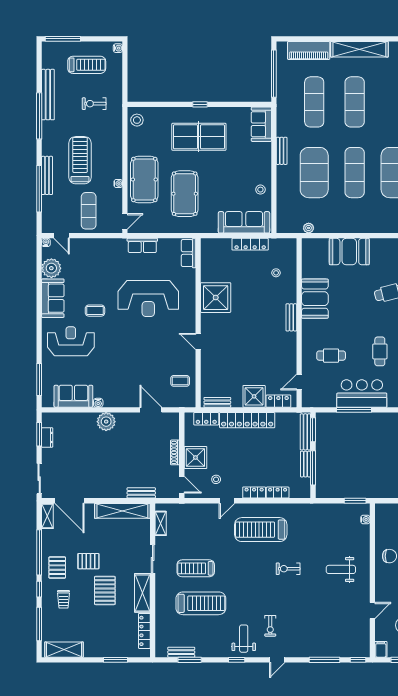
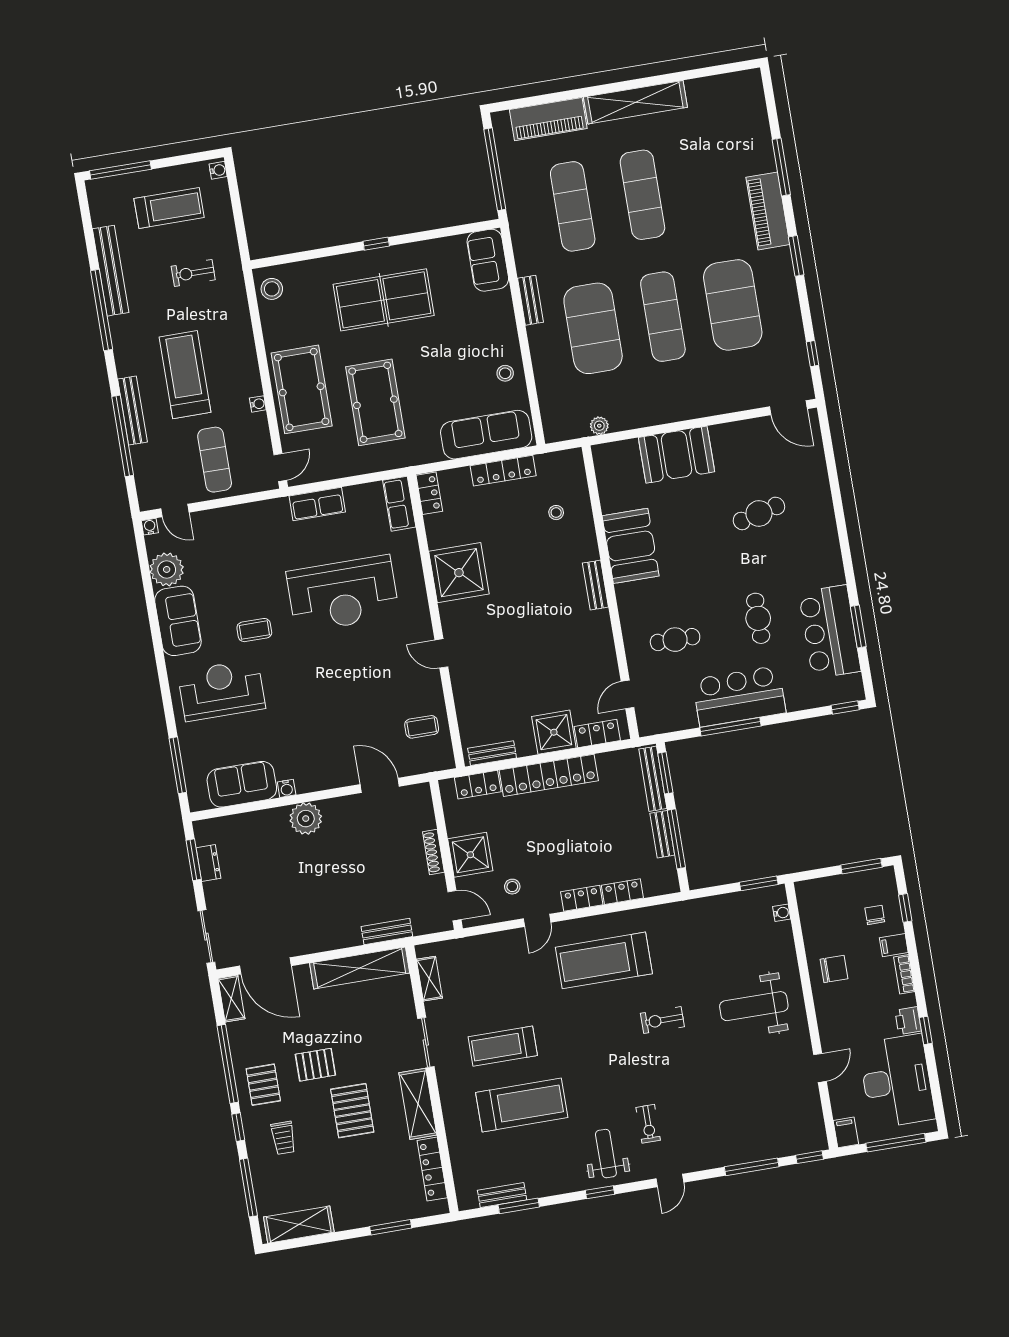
locker: (206, 250) -> (429, 493), added
weight bench: (341, 569) -> (754, 1006), width x1.36, depth x1.33

